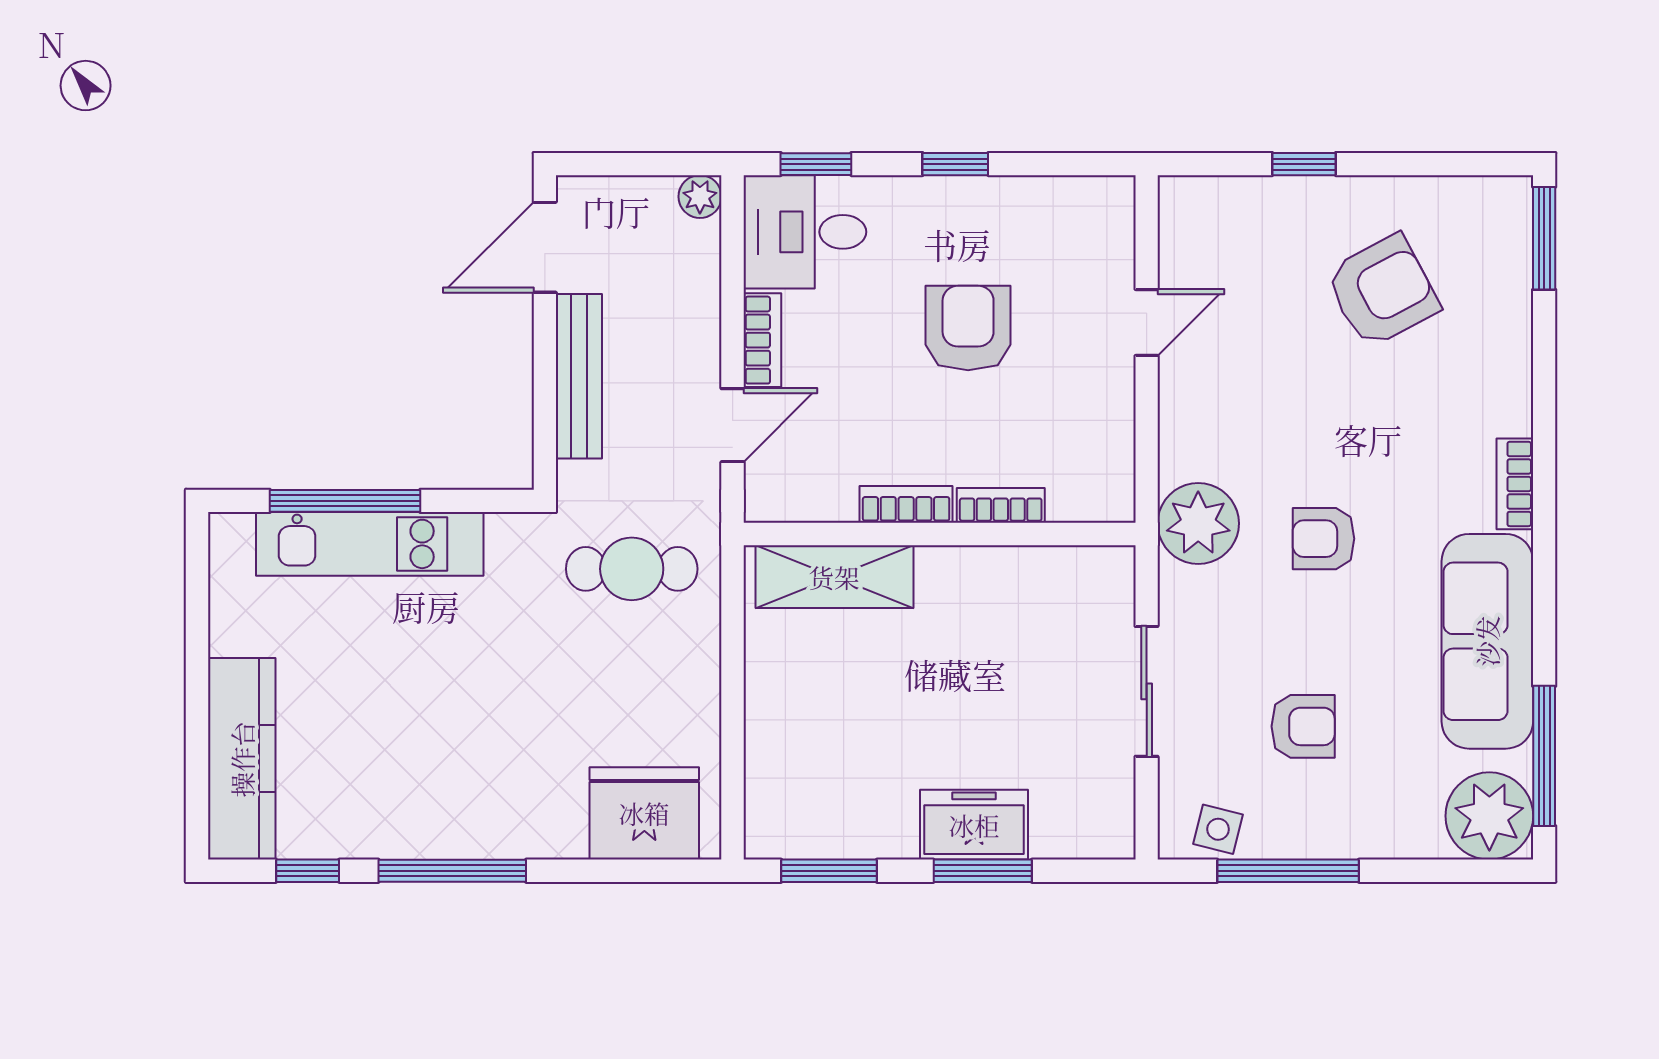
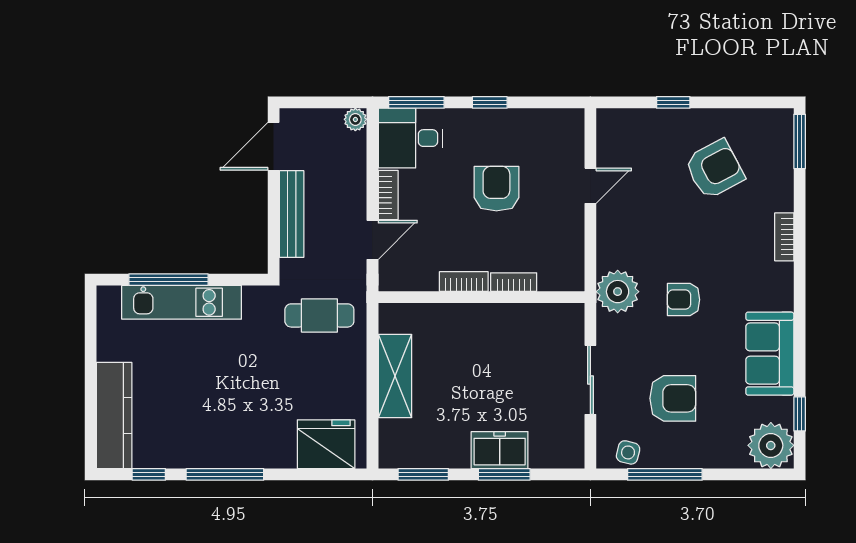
window: (816, 164) -> (416, 102), width x1.50
bookcase: (1515, 484) -> (784, 237), moved
shelving: (834, 577) -> (395, 376), moved, turned 90
sofa: (1487, 641) -> (770, 354), width x0.73
armchair: (1303, 726) -> (673, 398), width x1.38, depth x1.38
window: (1544, 756) -> (800, 414), width x0.46

